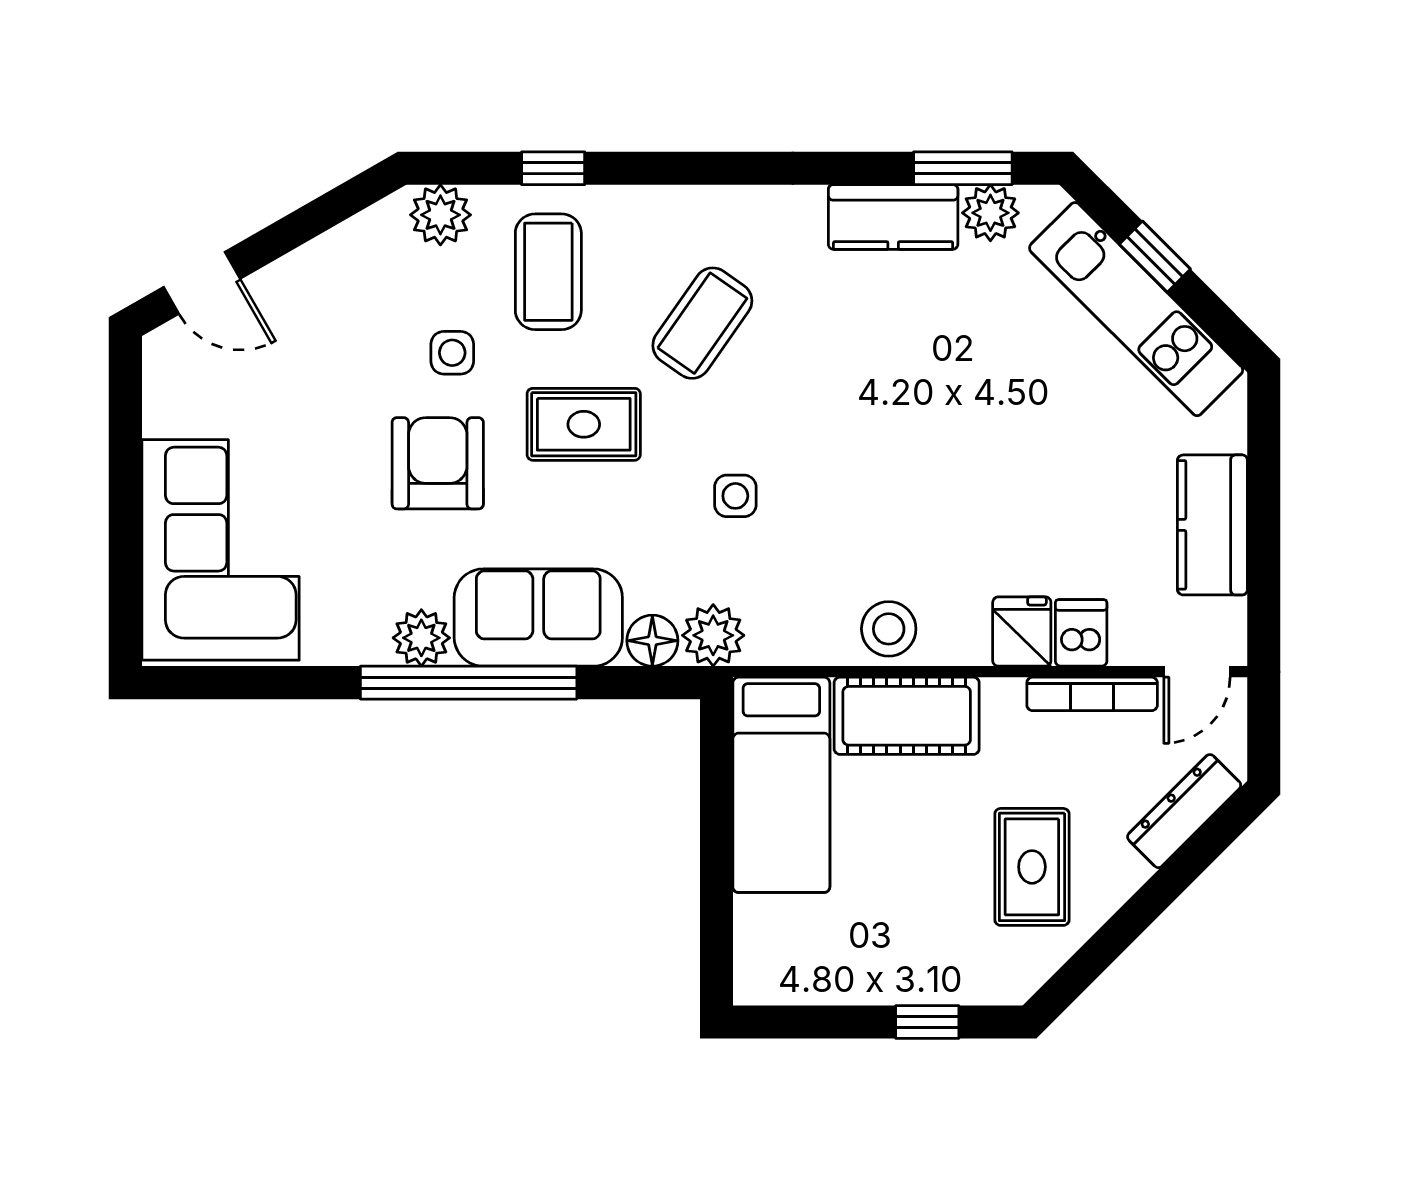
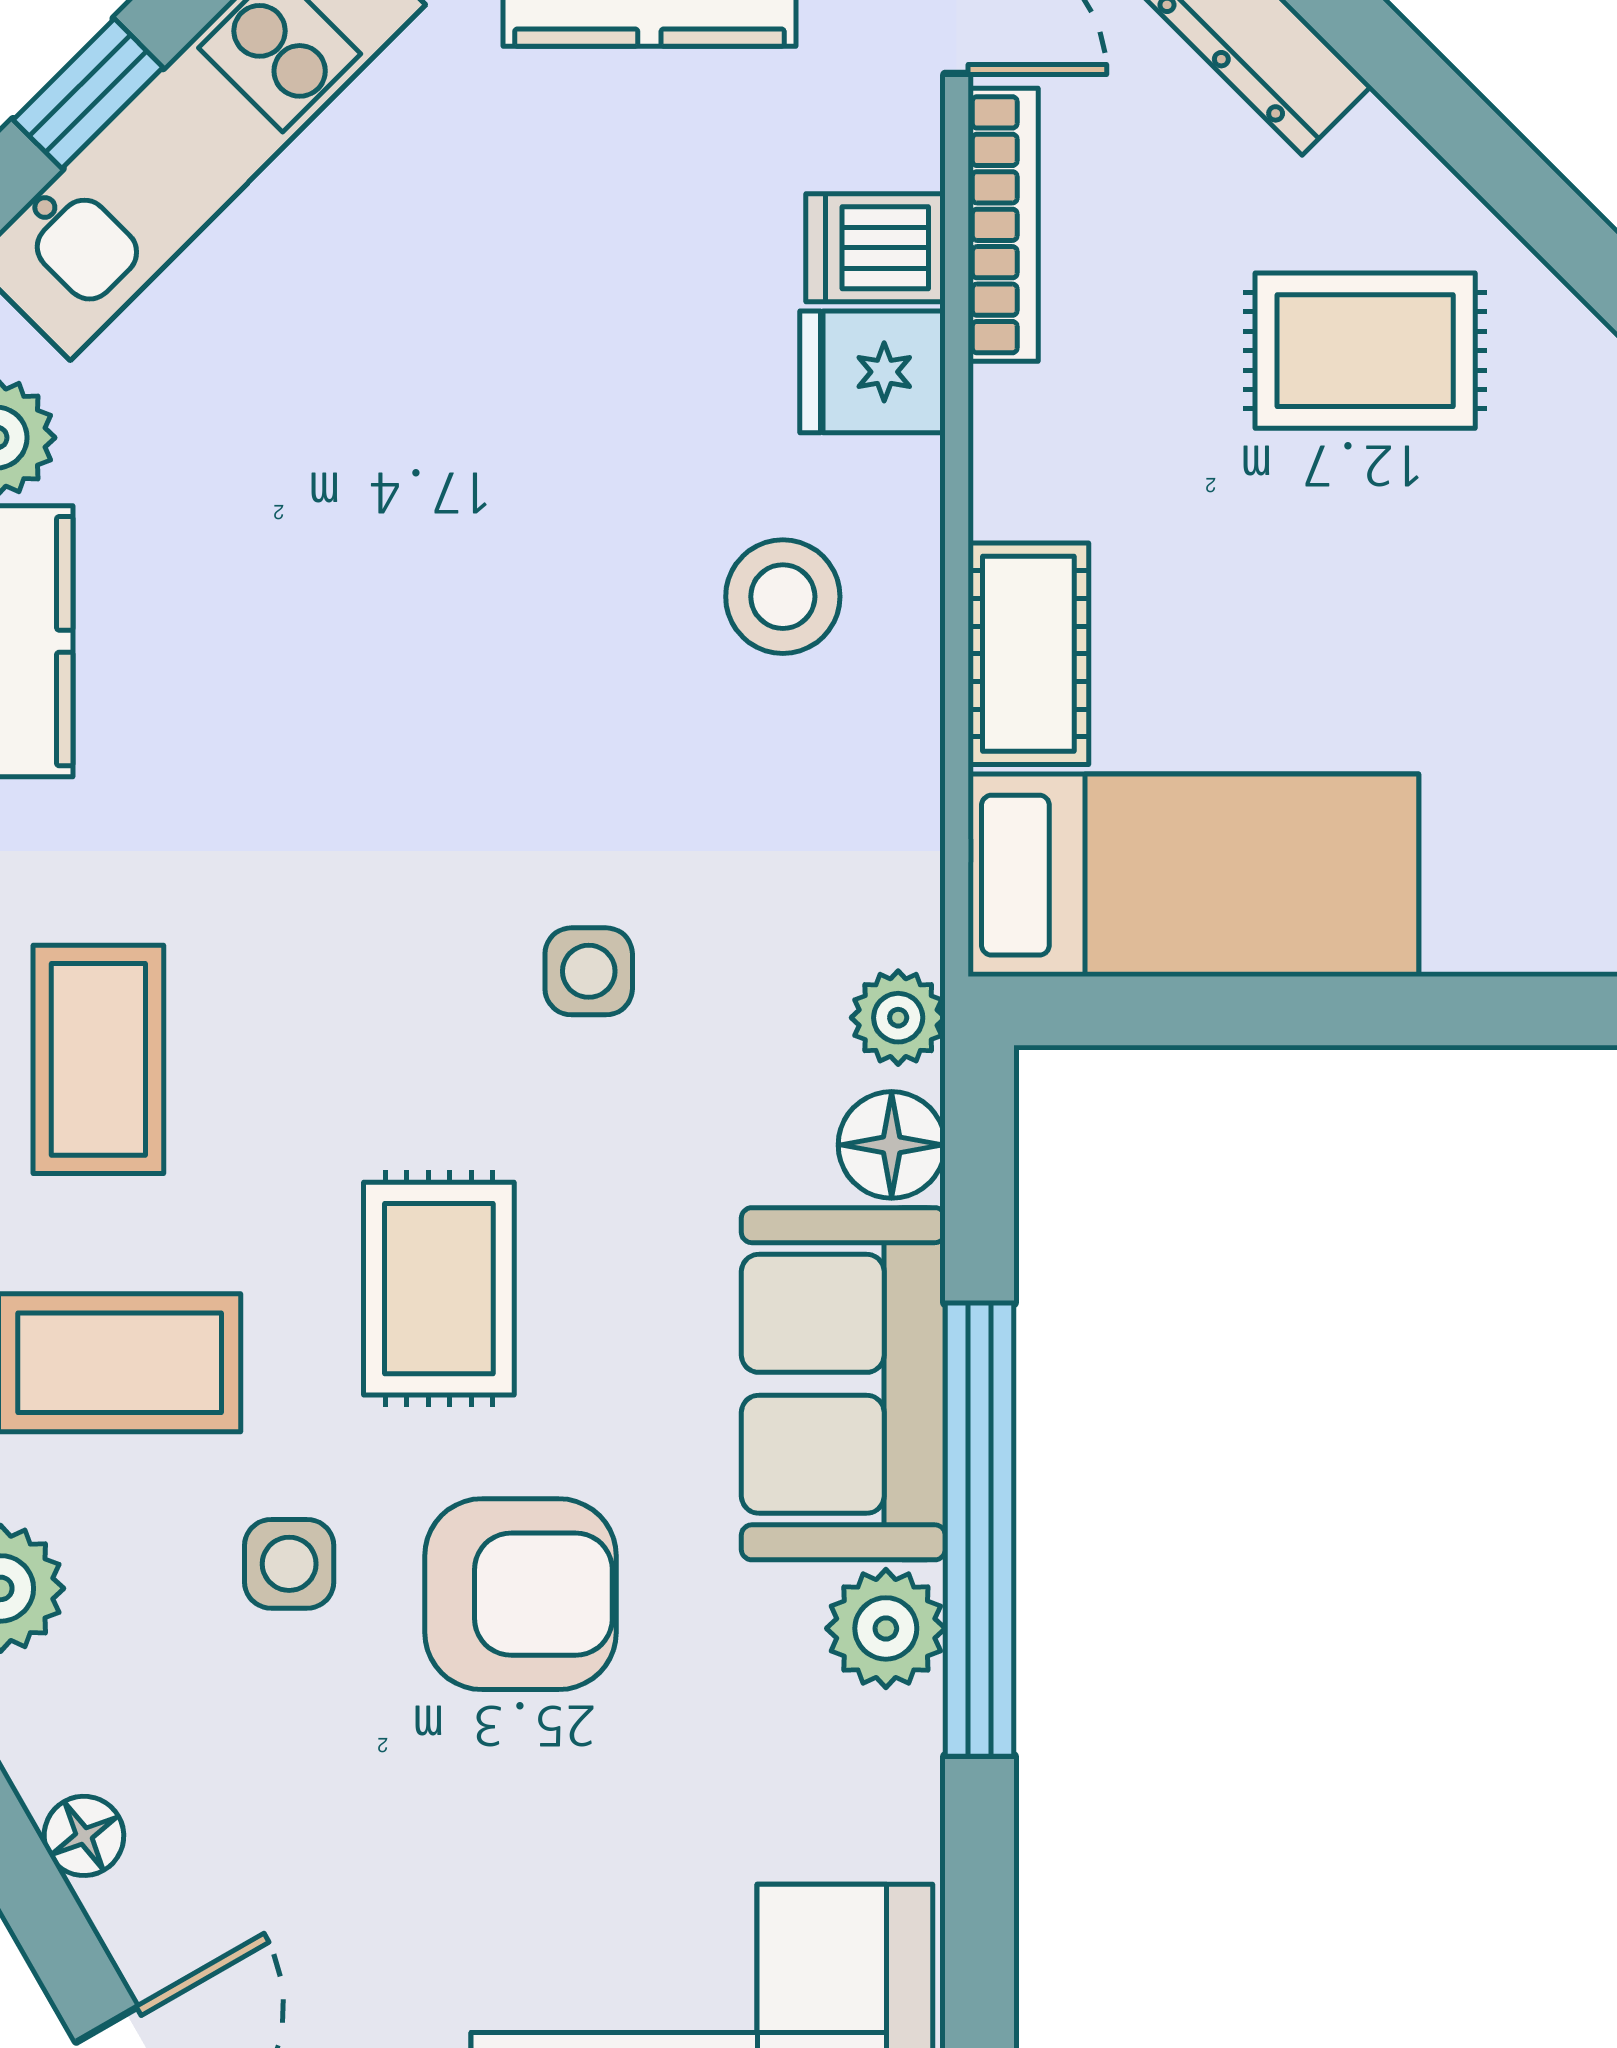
floor lamp: (322, 255) -> (84, 1836), added
coffee table: (702, 323) -> (98, 1059), moved, turned 55
armchair: (438, 463) -> (520, 1594), turned 180
stool: (889, 629) -> (783, 597), moved
plant: (713, 635) -> (898, 1018), width x0.73, depth x0.73
cot: (907, 716) -> (1028, 654), width x0.73, depth x0.75

